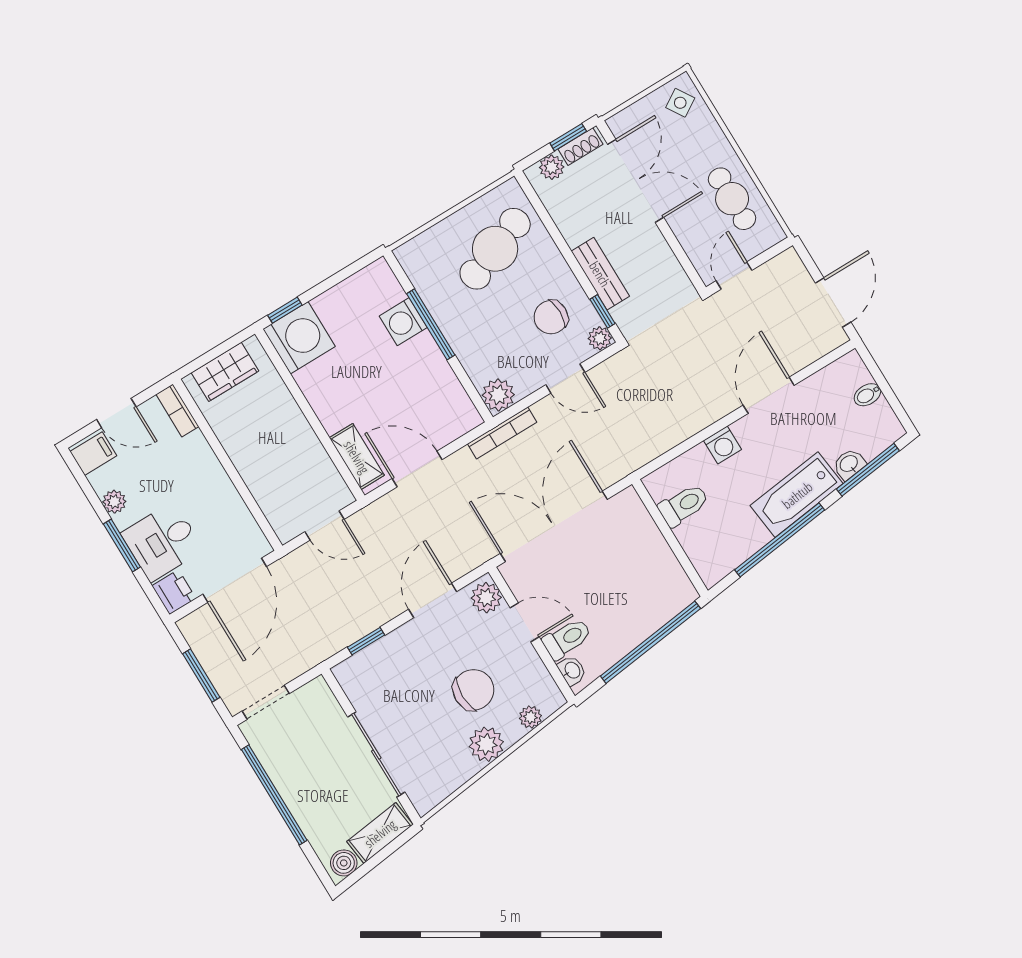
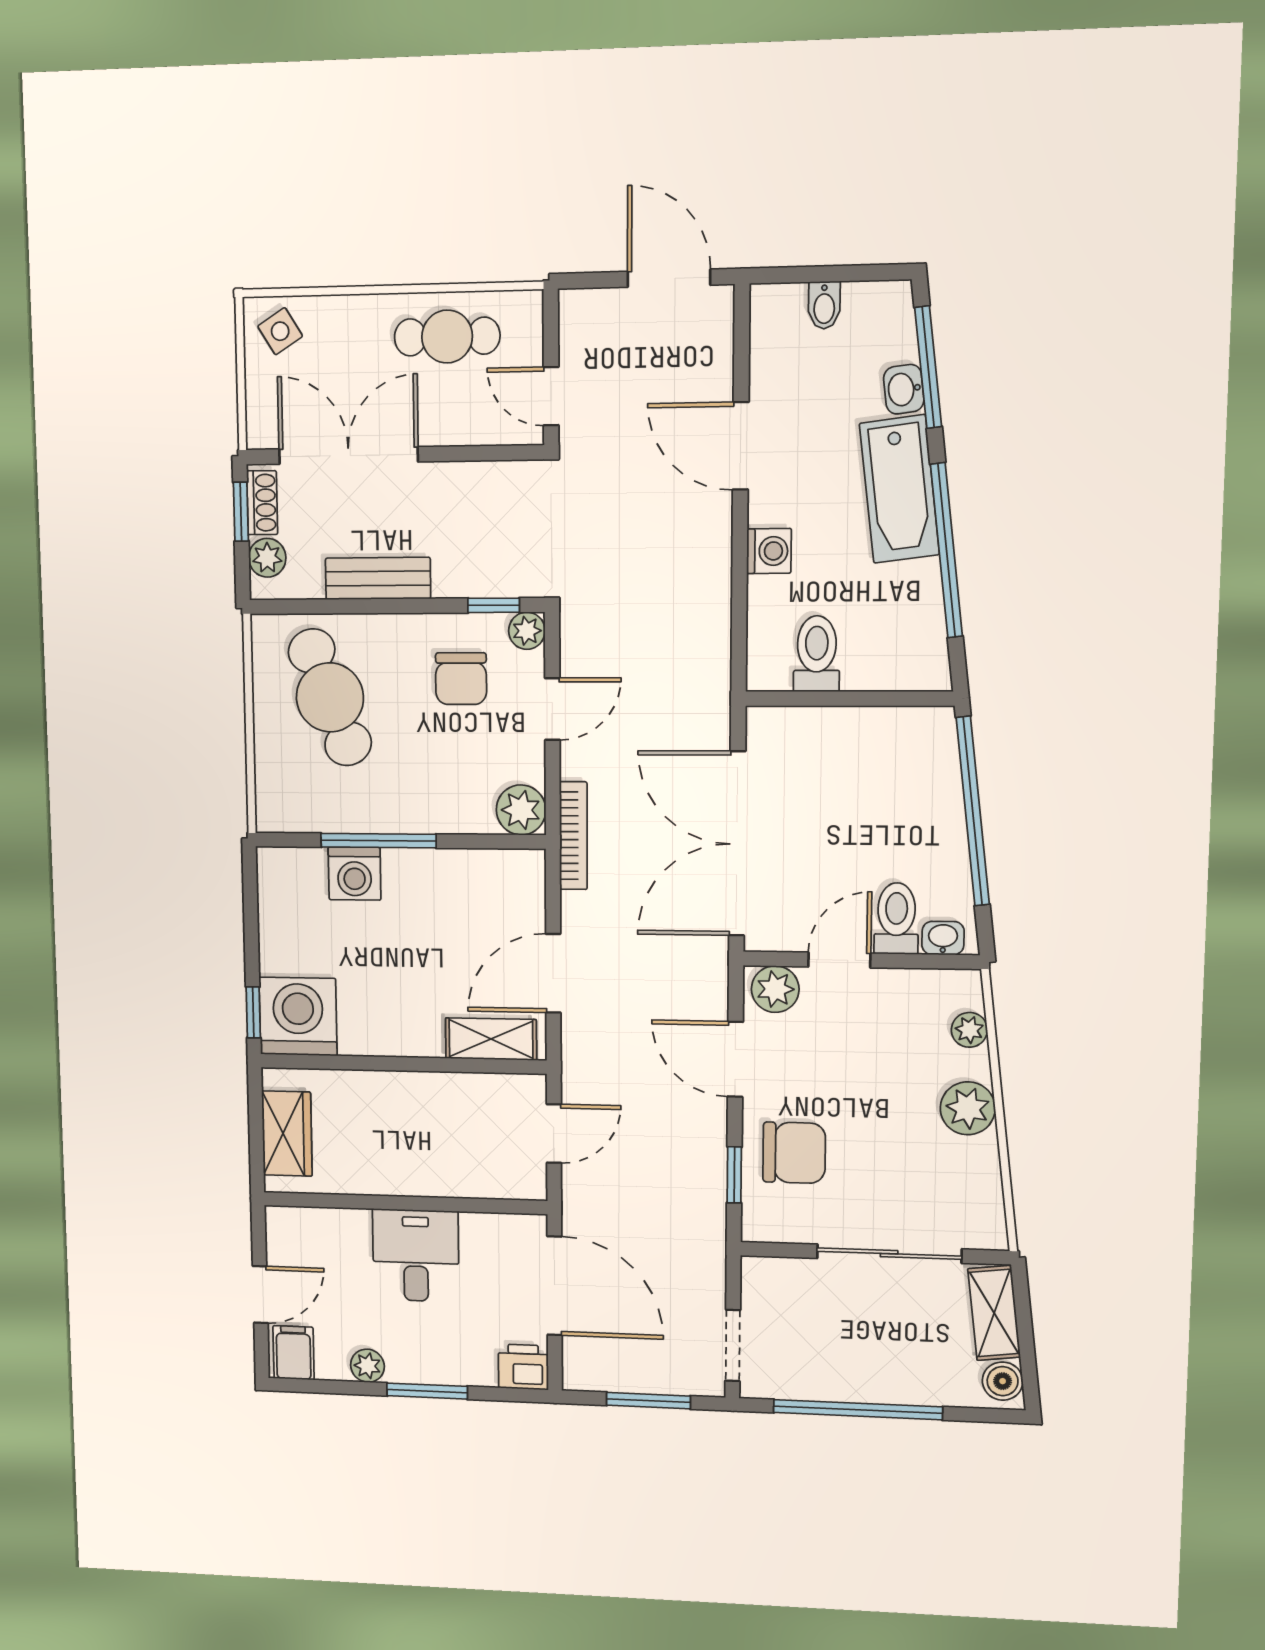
bench: (600, 274) -> (378, 578), moved
bookcase: (177, 410) -> (300, 1221), removed
desk: (162, 542) -> (416, 1255), moved, turned 180
chair: (473, 690) -> (794, 1153), moved, turned 90

